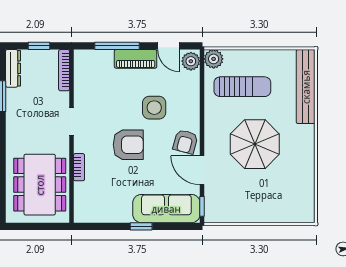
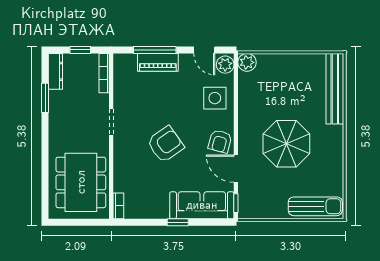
piano: (136, 59) -> (158, 62), moved
sun lounger: (242, 87) -> (315, 206), moved
side table: (154, 108) -> (215, 98), moved
armchair: (128, 145) -> (165, 144), turned -35
bookcase: (79, 167) -> (118, 206), moved

